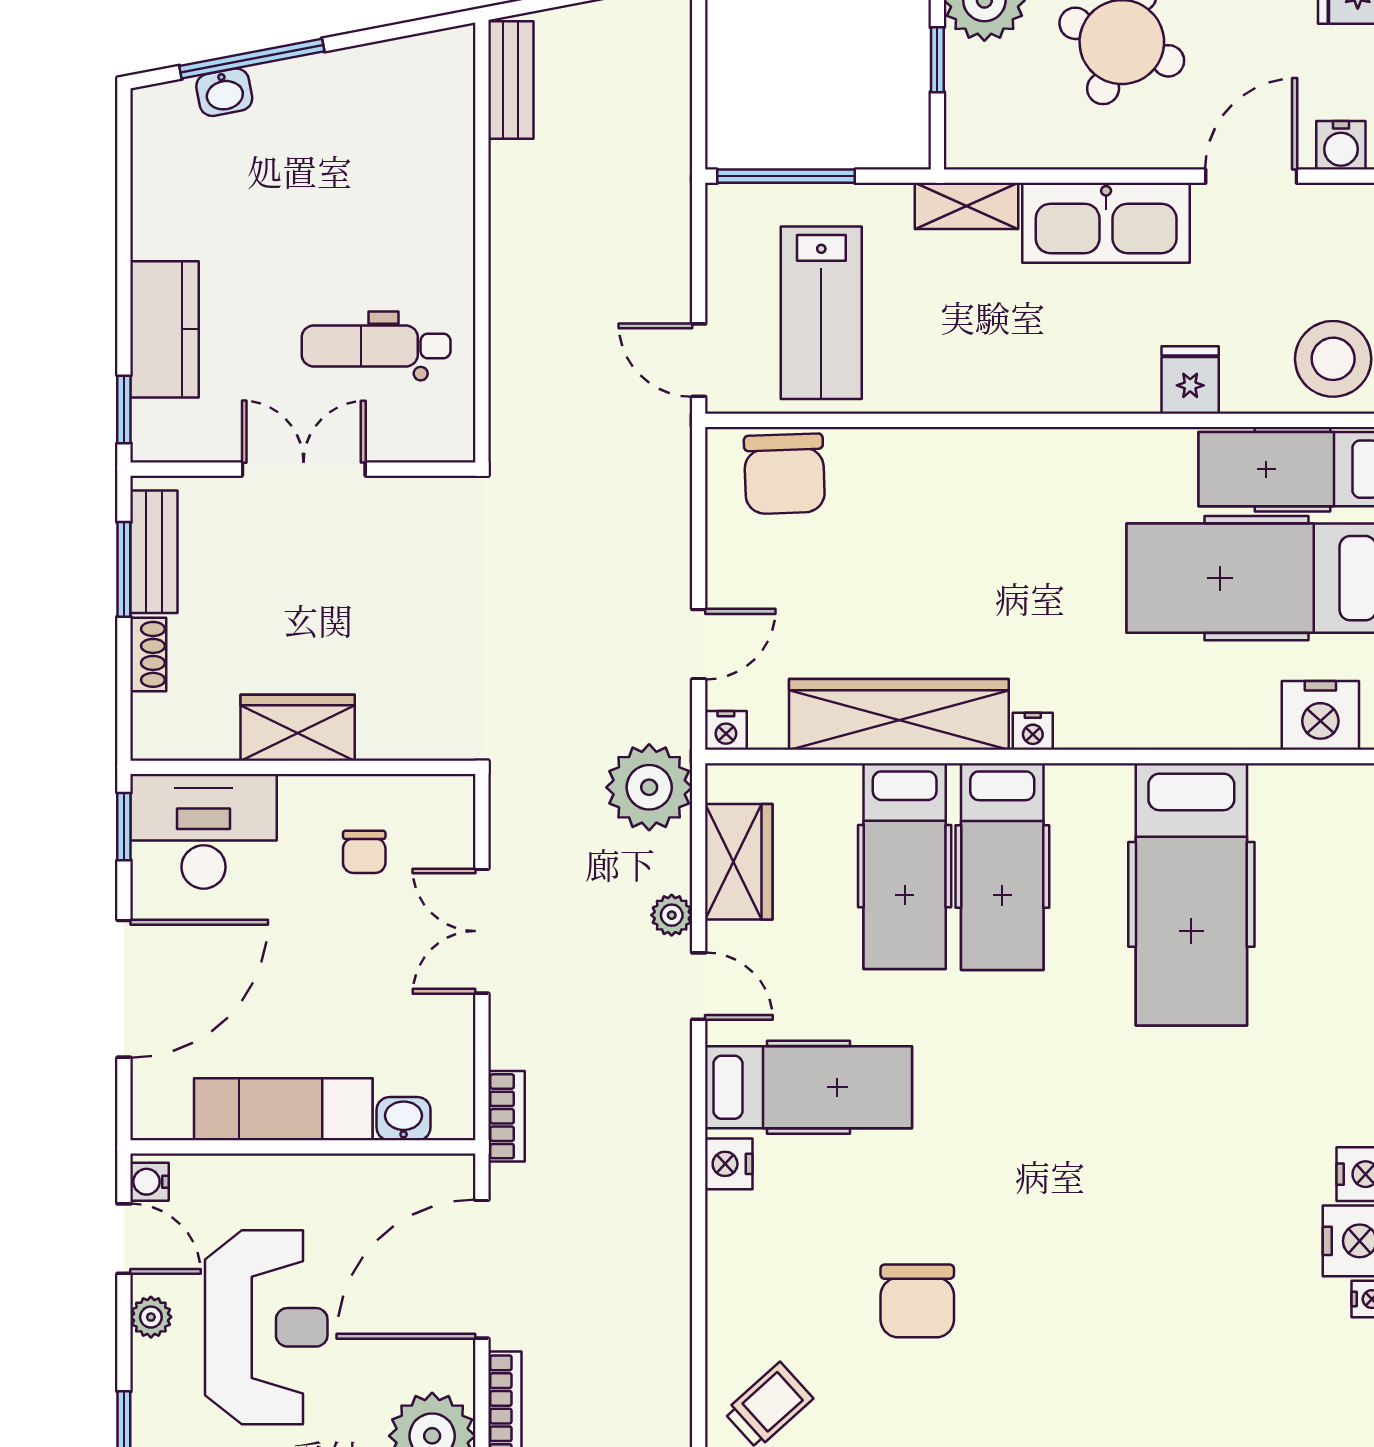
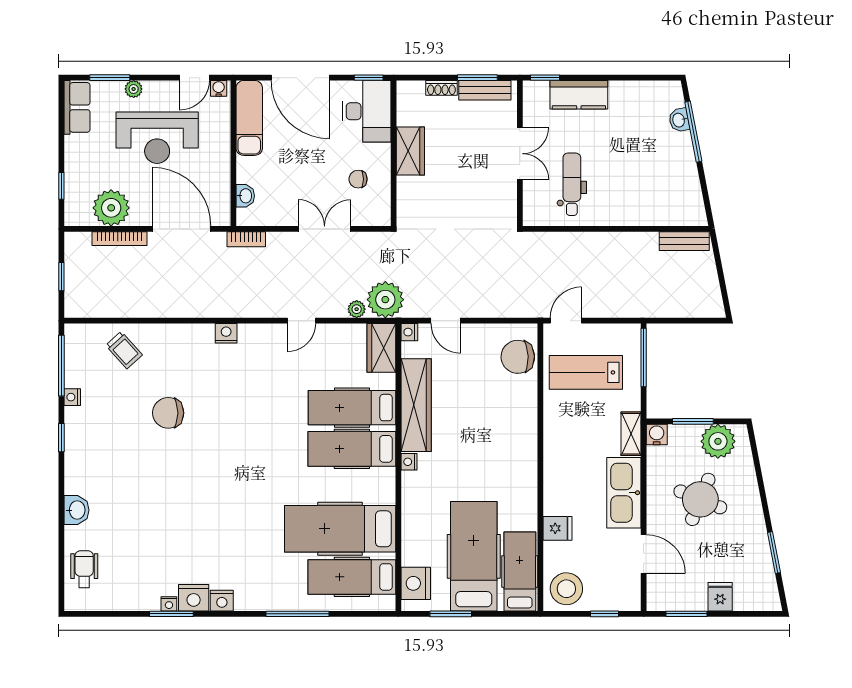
window: (937, 60) -> (693, 421), width x1.50
water cooler: (1341, 145) -> (657, 435), moved, turned 90
wardrobe: (739, 862) -> (381, 348), moved, turned 90
plant: (672, 915) -> (357, 309), moved
hospital bed: (809, 1087) -> (352, 577), moved, turned 90
exam couch: (283, 1109) -> (249, 118), moved
plant: (151, 1317) -> (134, 89), moved

